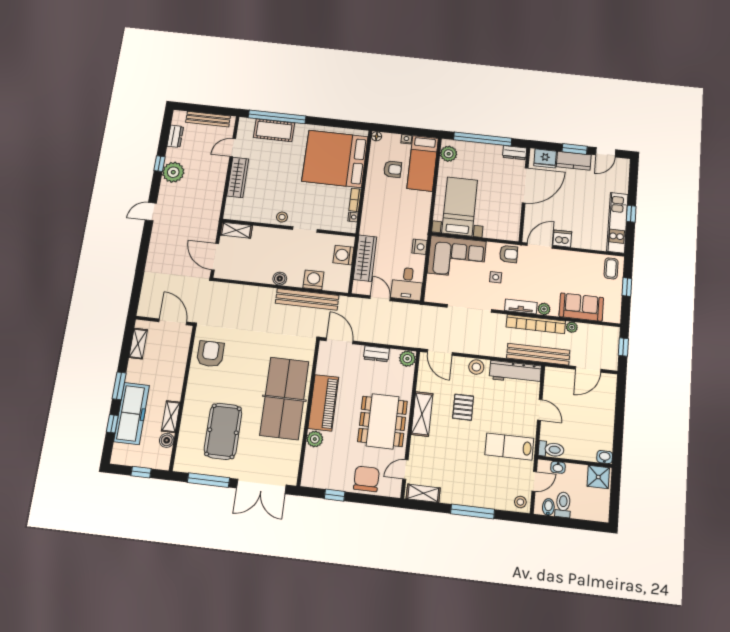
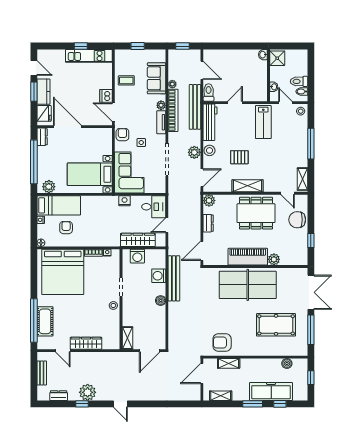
bench: (208, 119) -> (42, 373), width x0.73
coffee table: (611, 268) -> (126, 80), moved
plant: (476, 346) -> (194, 152), added
shelving: (171, 417) -> (229, 363), moved
toilet: (551, 449) -> (209, 92), moved

